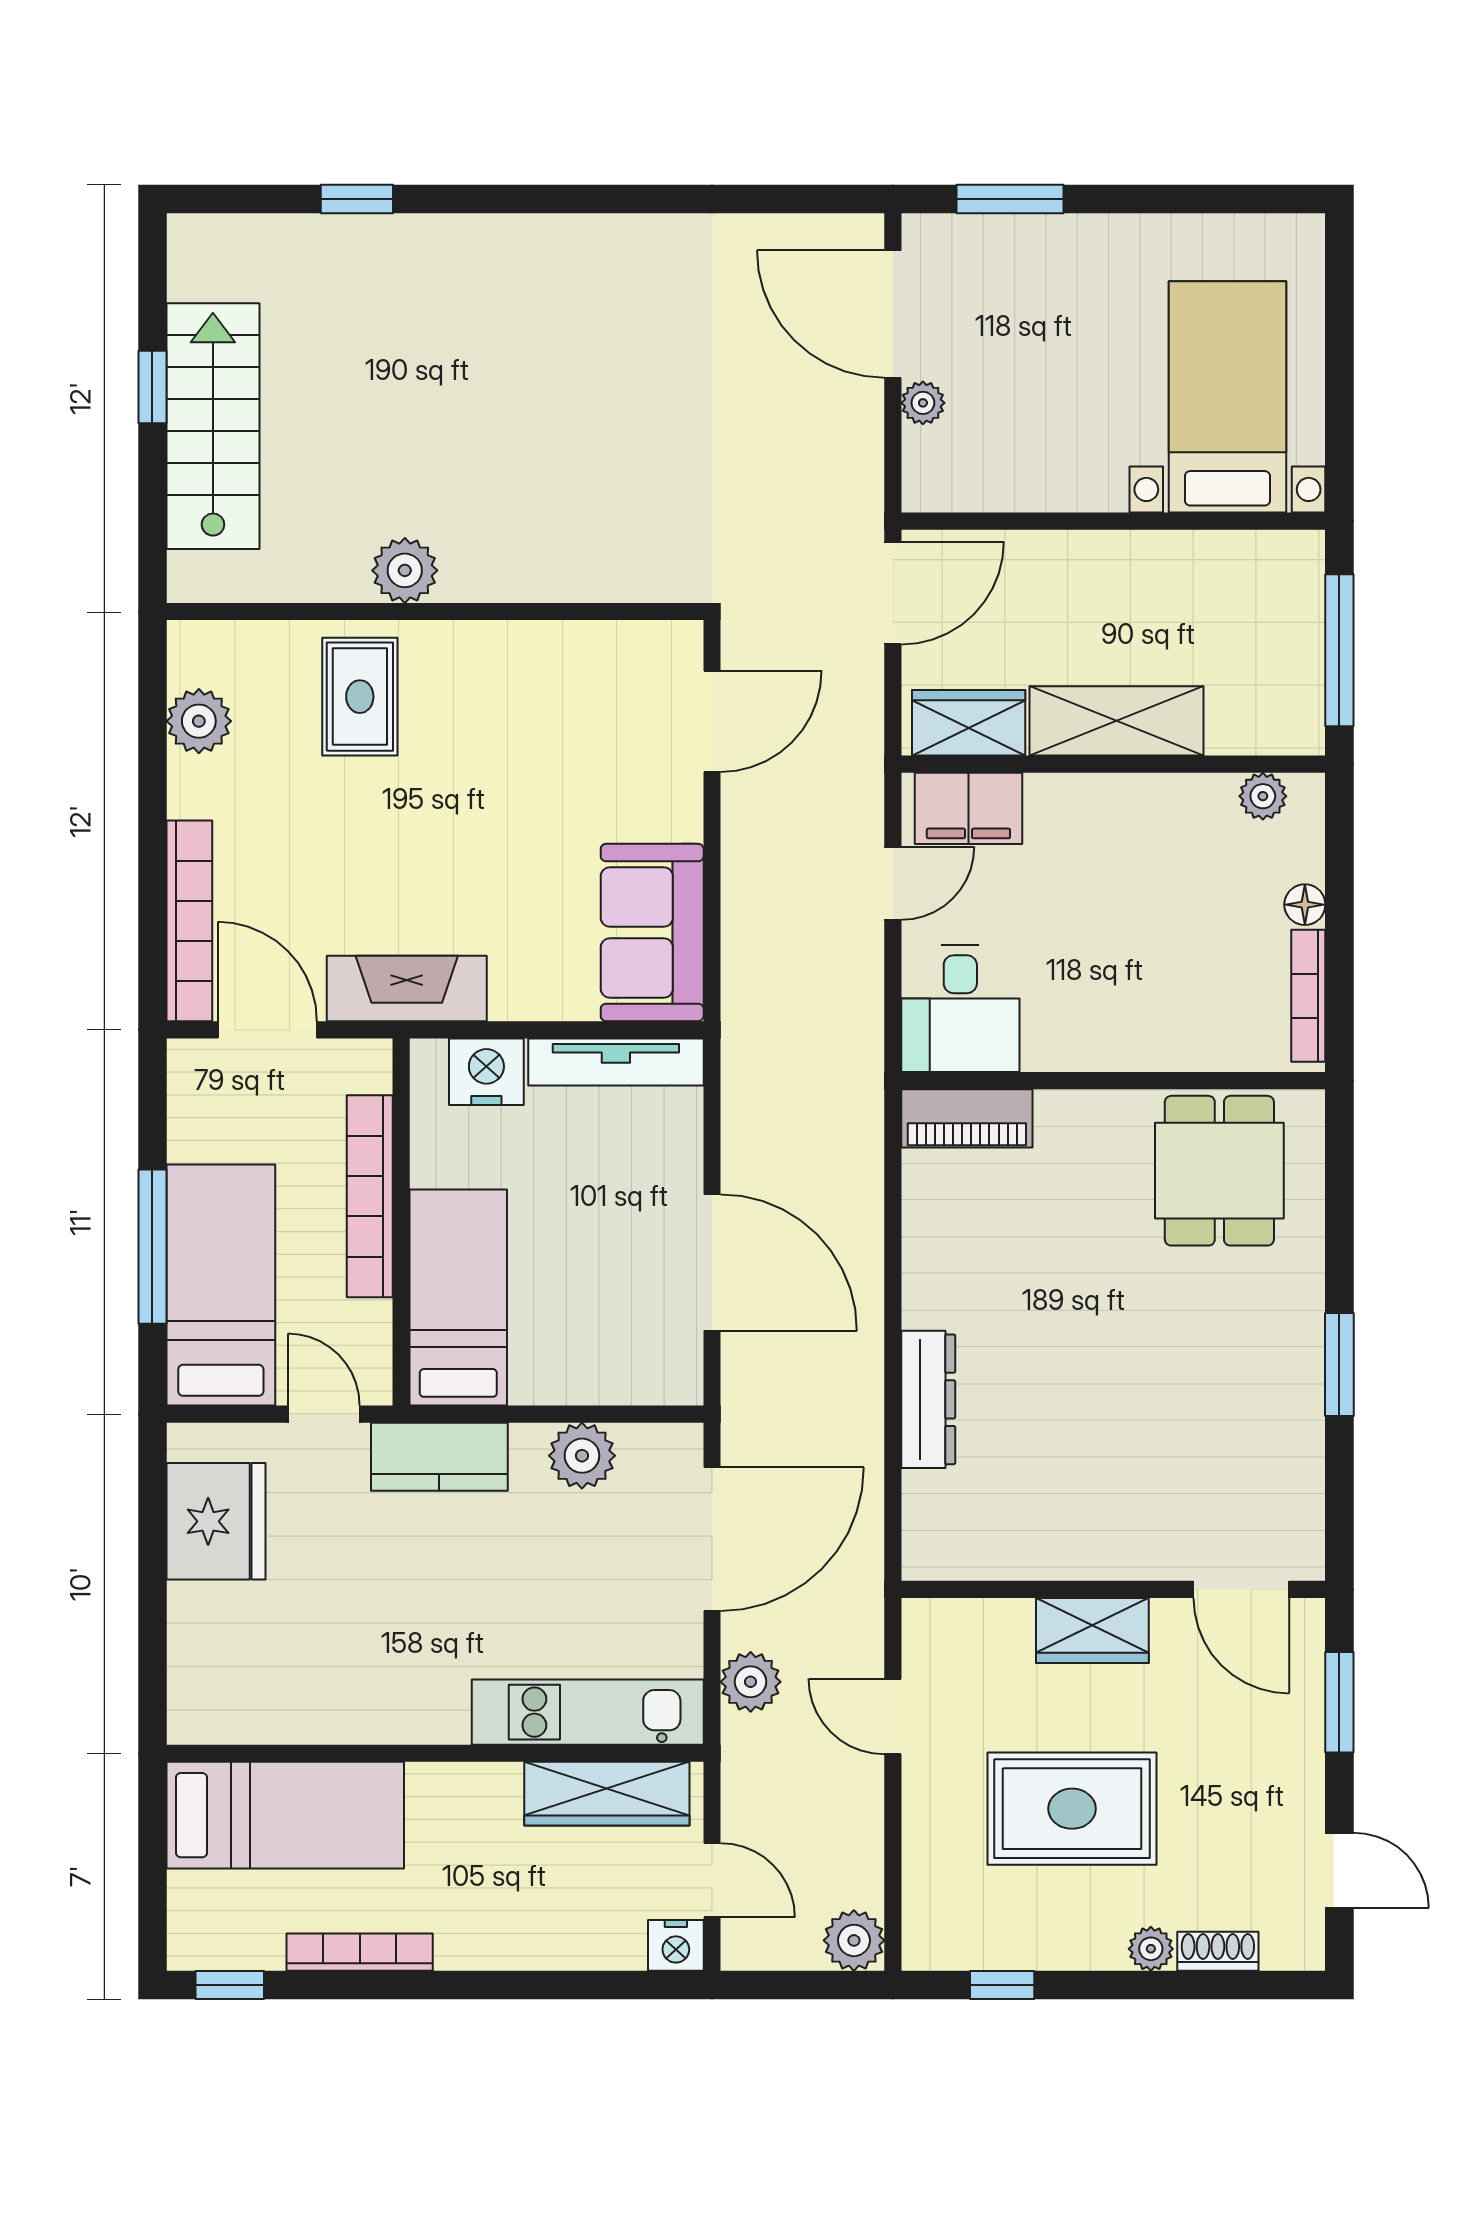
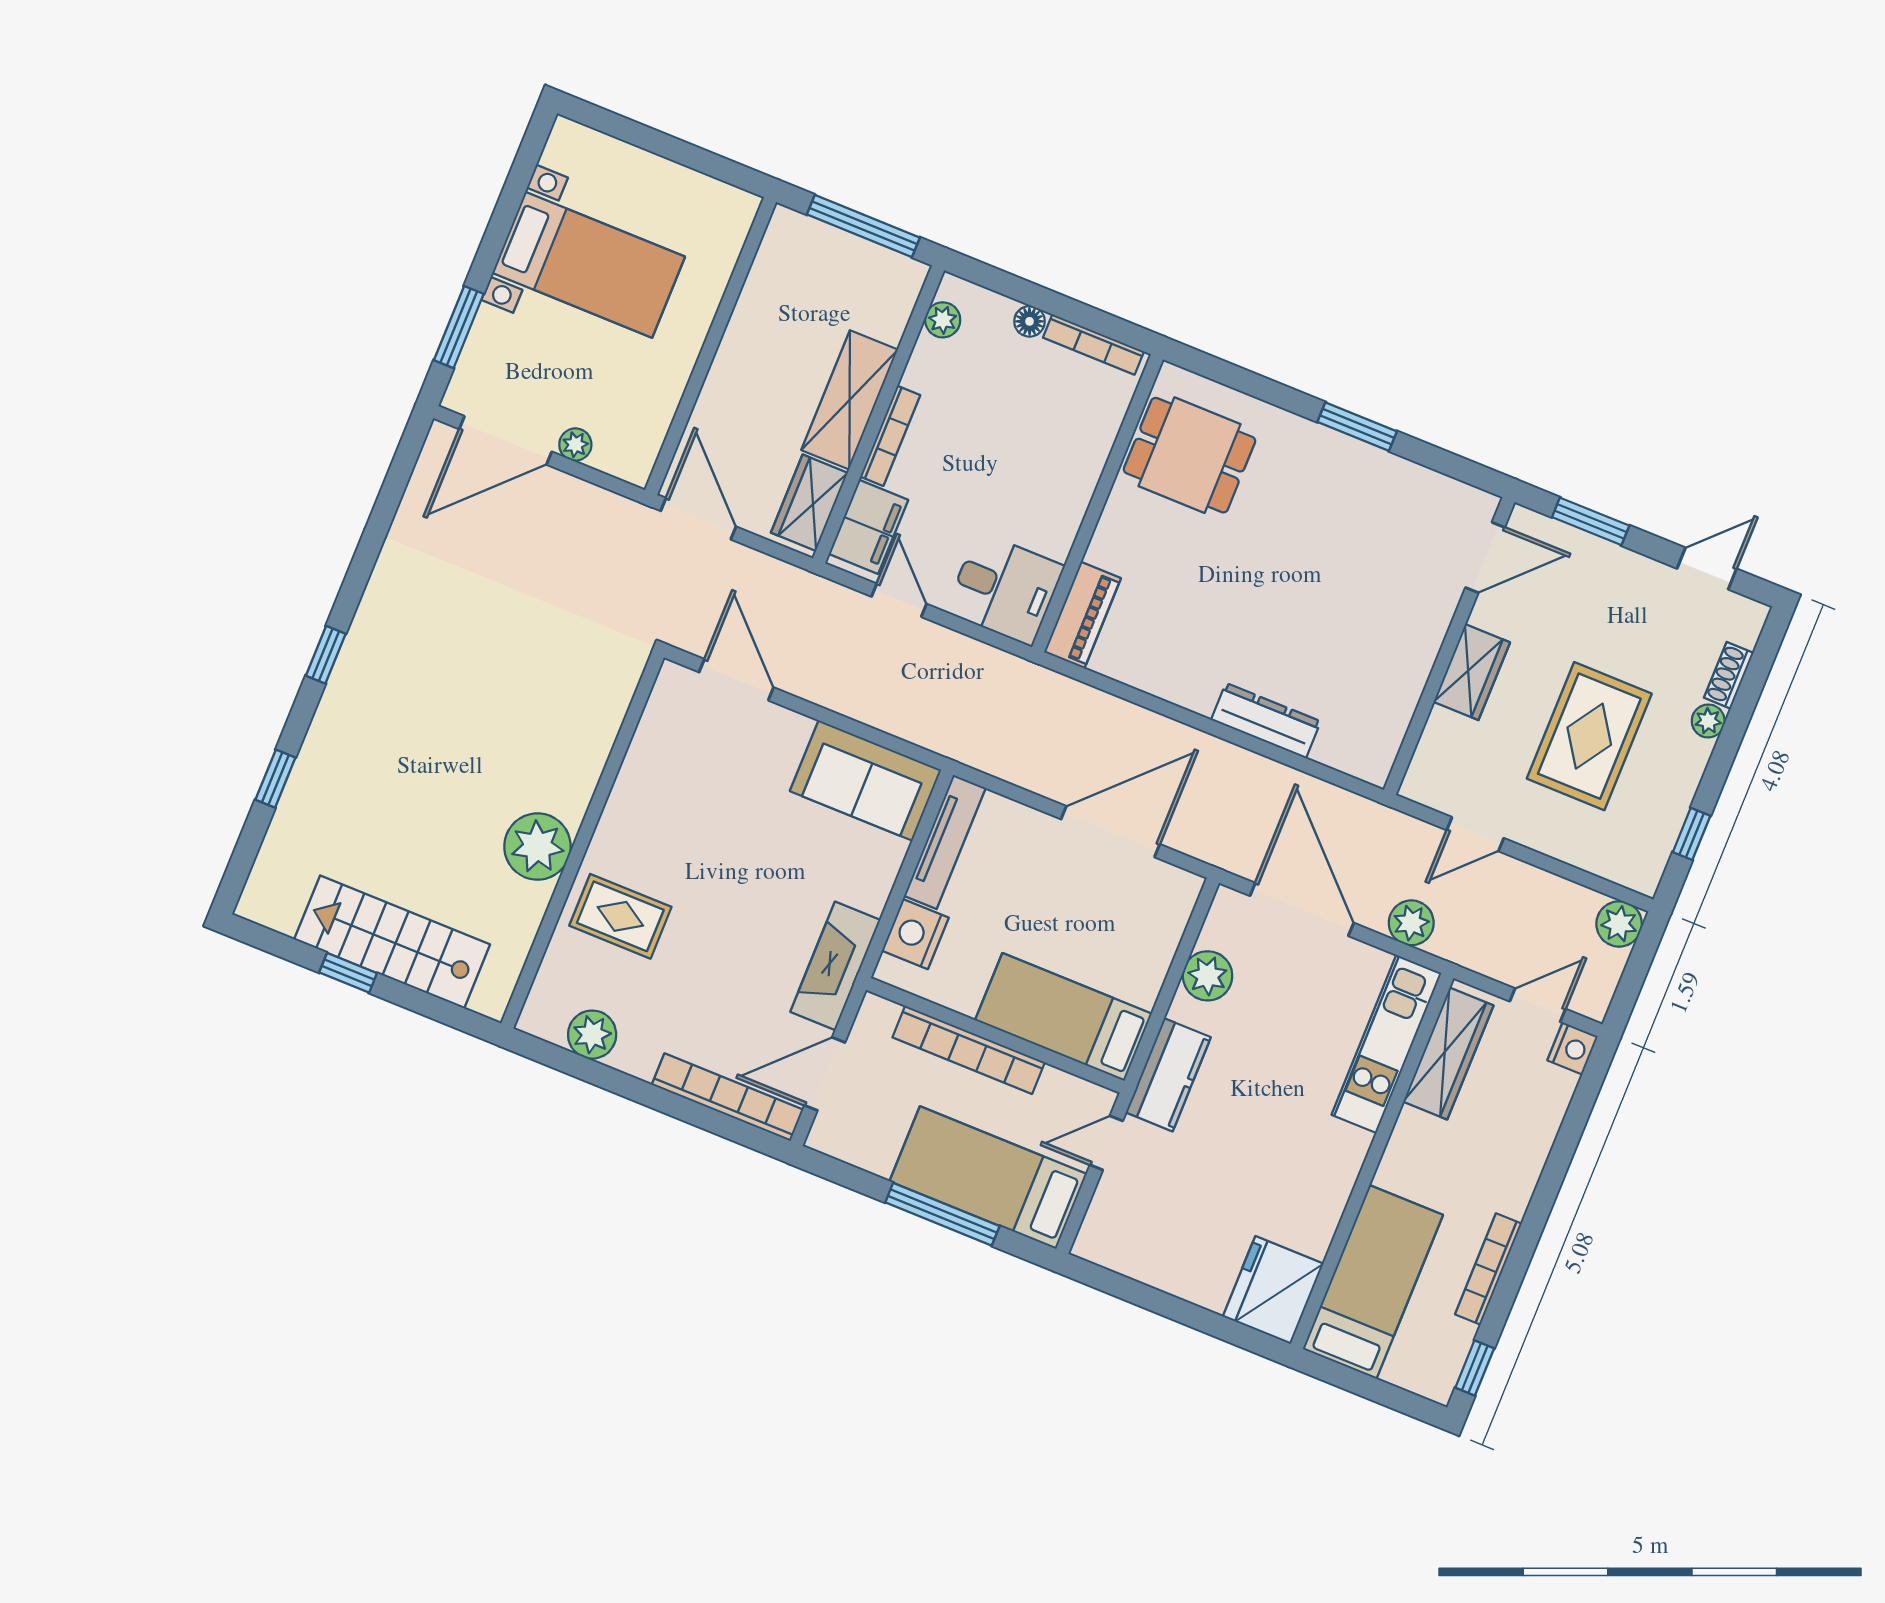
window: (536, 199) -> (326, 655), added
bed with nightstands: (1227, 397) -> (589, 265), moved, turned 180
plant: (405, 570) -> (537, 847), width x1.36, depth x1.36
bookcase: (1092, 789) -> (890, 436), added
fridge: (216, 1521) -> (1273, 1290), moved, turned -90

